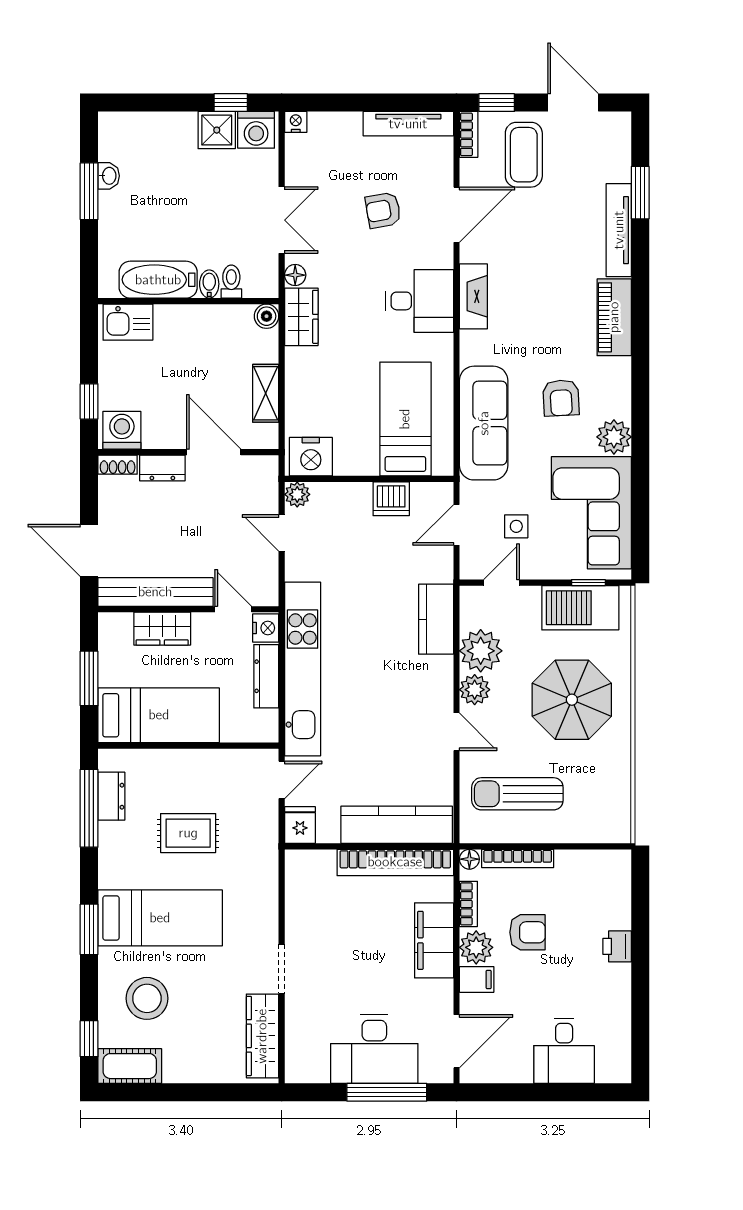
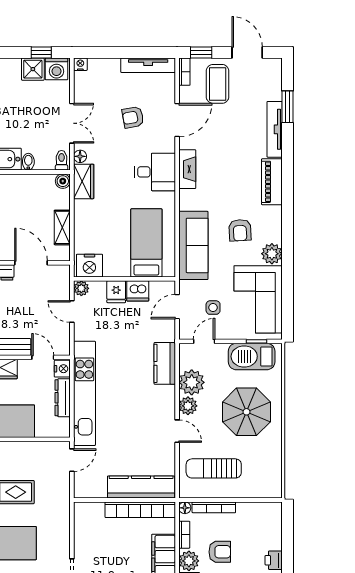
toilet: (231, 282) -> (62, 160), moved
fridge: (300, 825) -> (116, 292), moved, turned 180

